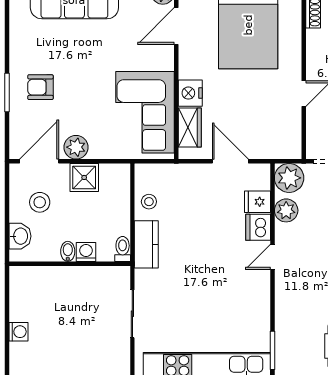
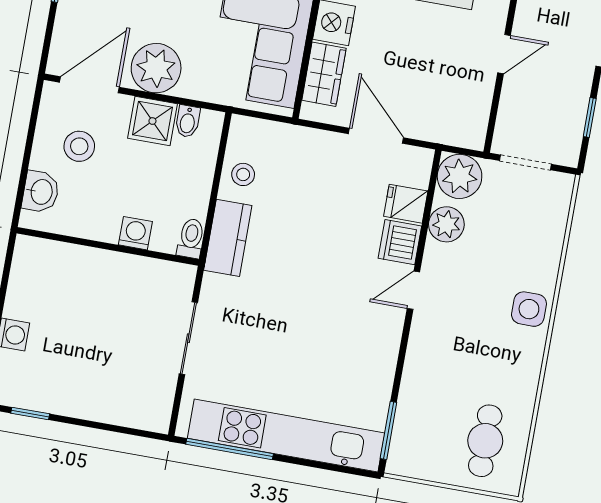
plant: (76, 147) -> (156, 68), width x1.36, depth x1.36
bidet: (68, 251) -> (188, 121), moved, turned 180

